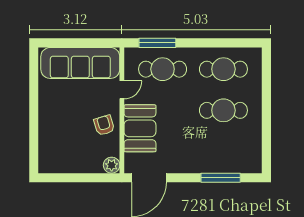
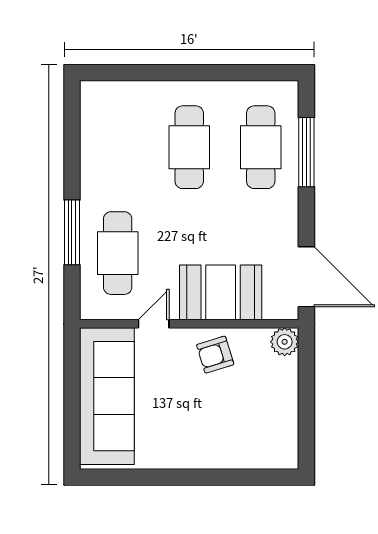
window: (157, 43) -> (72, 232), moved
cafe table: (223, 69) -> (261, 147), moved
door: (122, 90) -> (154, 324), hinge flipped

